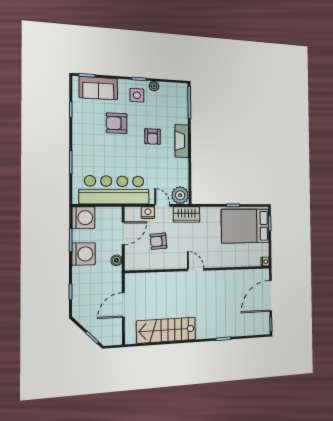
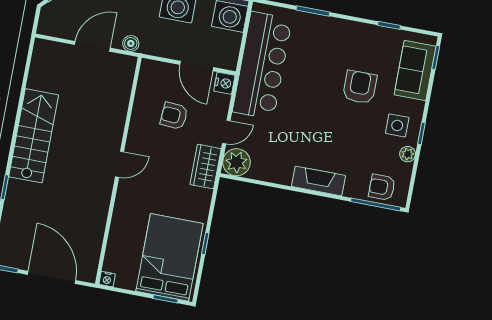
armchair: (152, 137) -> (382, 187), moved
nightstand: (148, 213) -> (224, 83), moved
armchair: (158, 241) -> (174, 116), turned -81
boiler: (116, 260) -> (131, 43), moved
door: (123, 305) -> (92, 46), hinge flipped
stairs: (166, 330) -> (34, 136), moved

